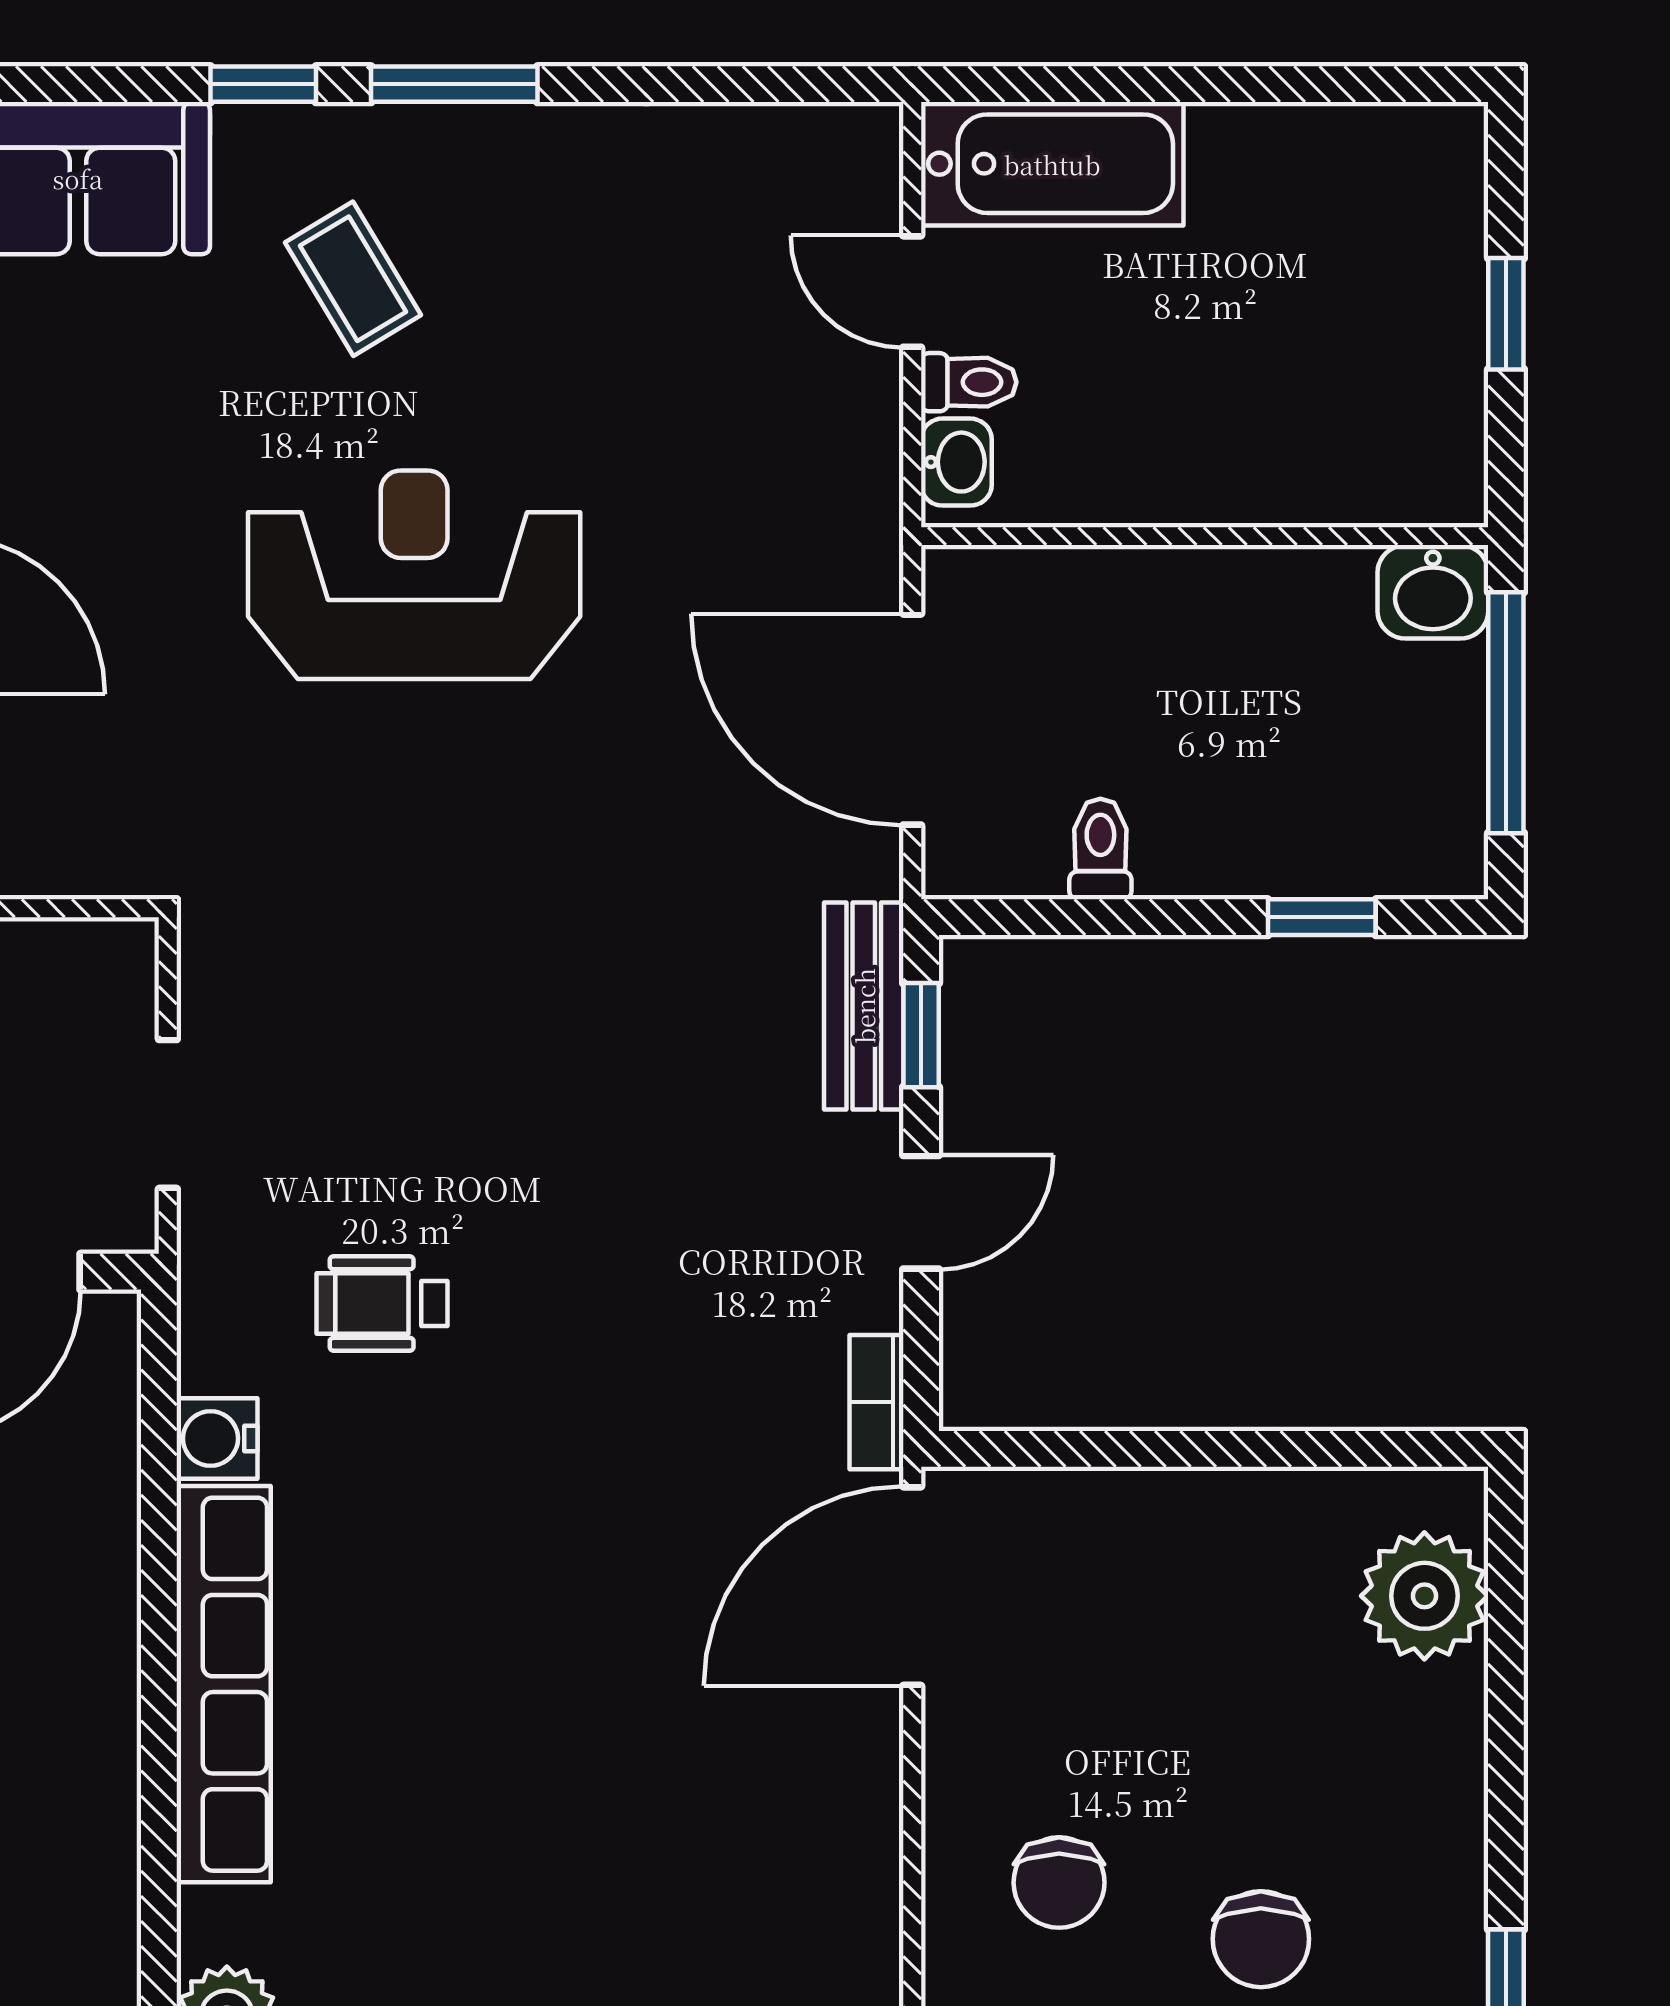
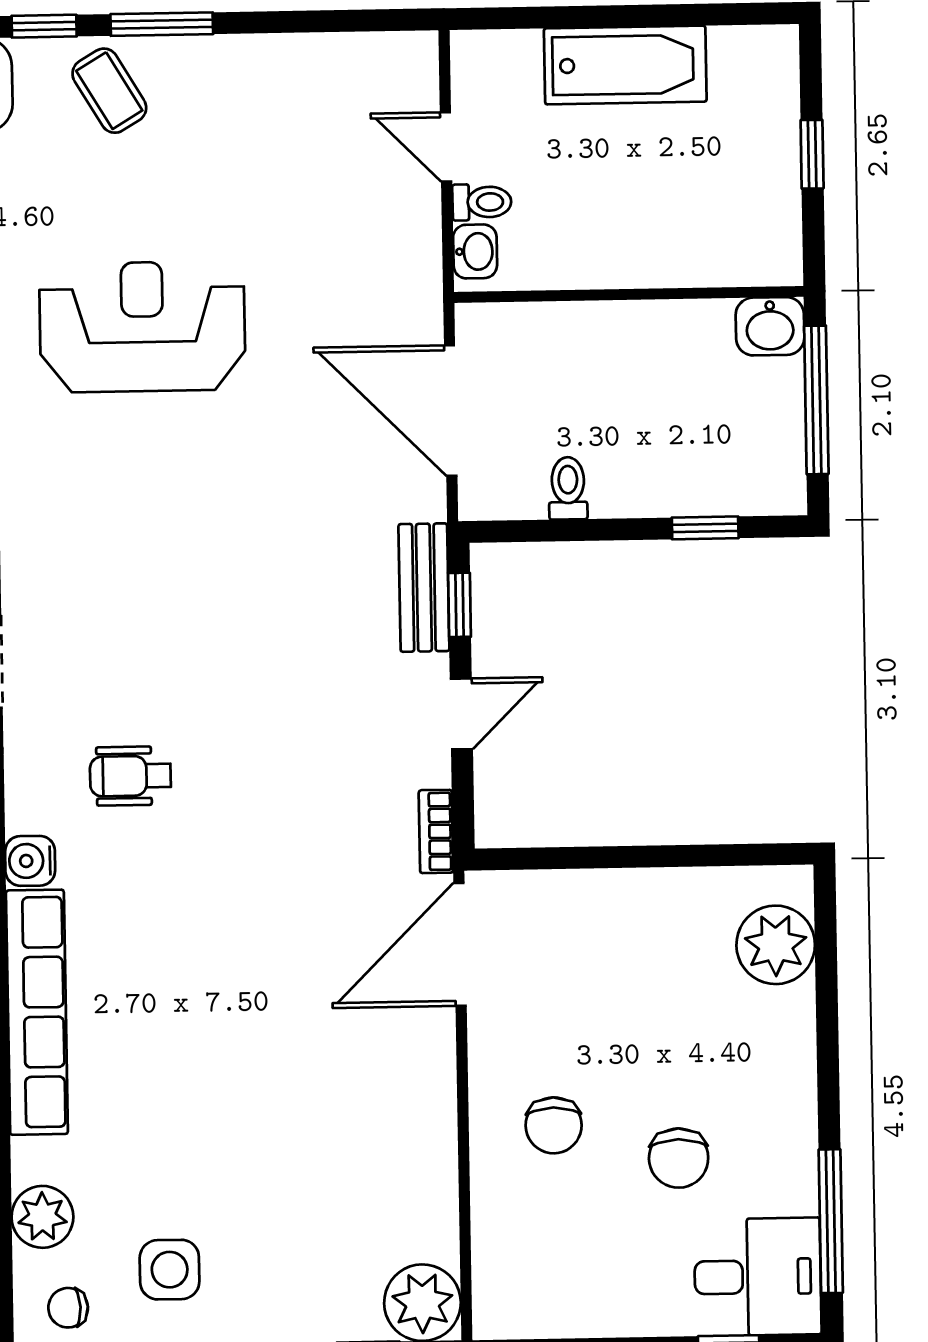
bathtub: (1052, 164) -> (625, 65), moved
coffee table: (353, 279) -> (109, 91), moved

